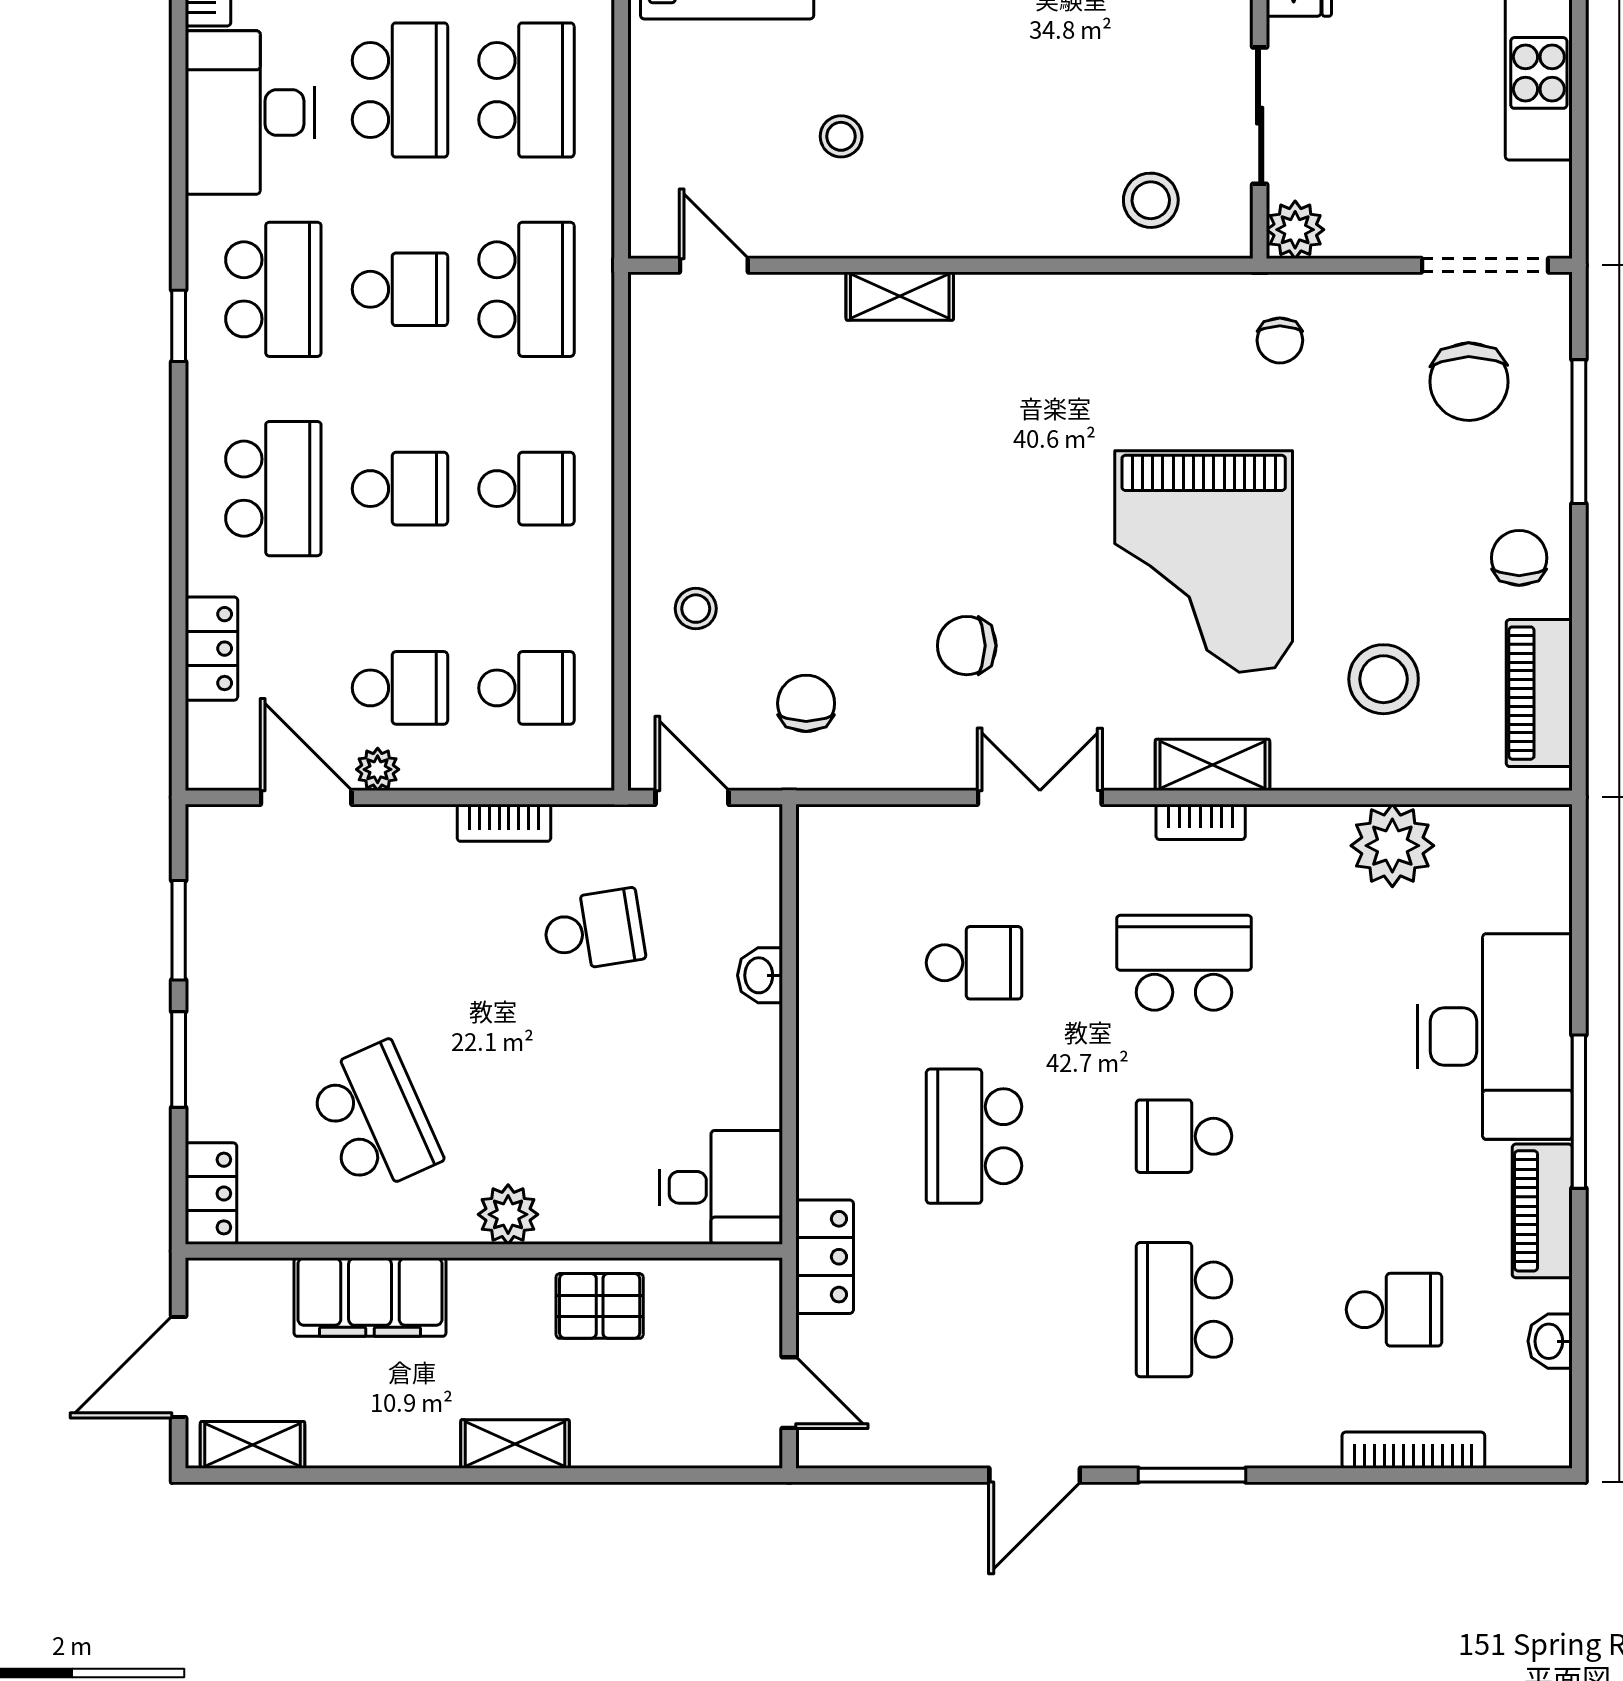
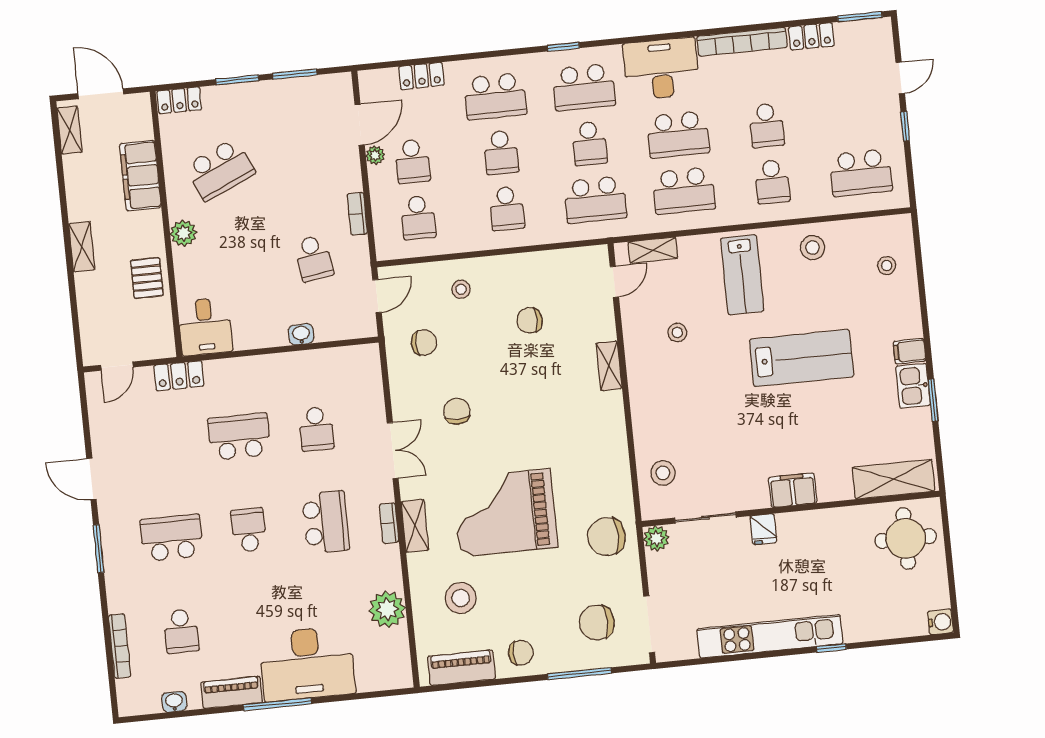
shelving: (652, 172) -> (653, 250), added
chair: (1280, 340) -> (607, 537), width x1.87, depth x1.87
chair: (781, 463) -> (530, 320), added

